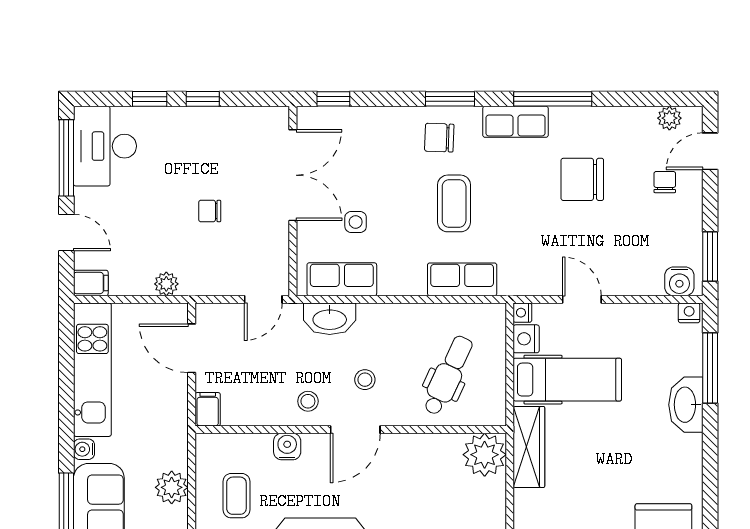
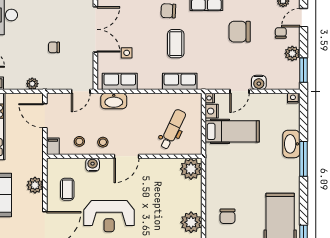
plant: (688, 223) -> (292, 53), added
water cooler: (679, 281) -> (259, 82), moved
door: (582, 299) -> (239, 91), swing flipped
window: (710, 368) -> (303, 159), moved
stool: (365, 380) -> (79, 141), moved
wardrobe: (529, 447) -> (213, 165), removed

